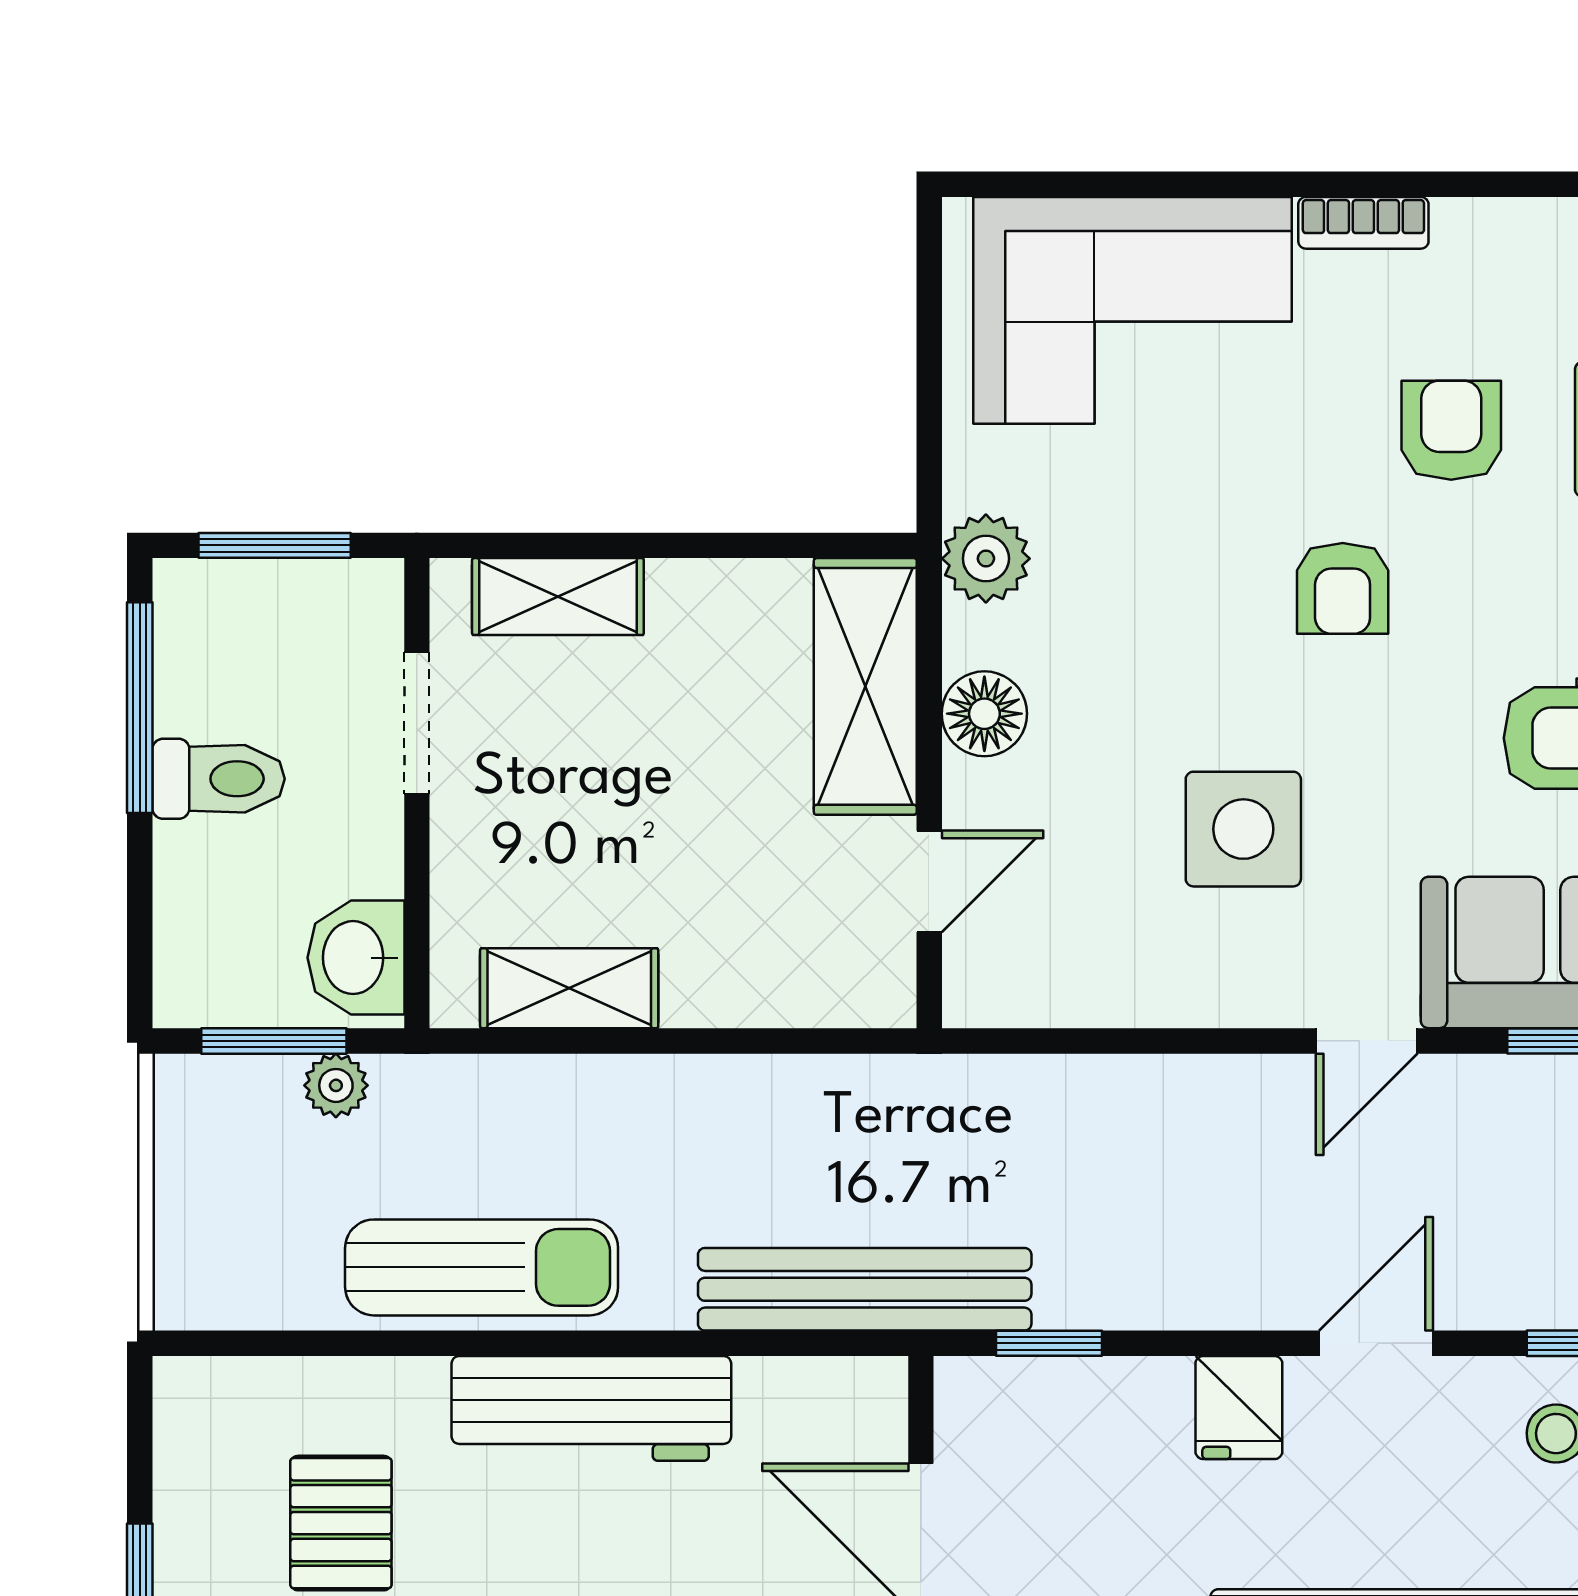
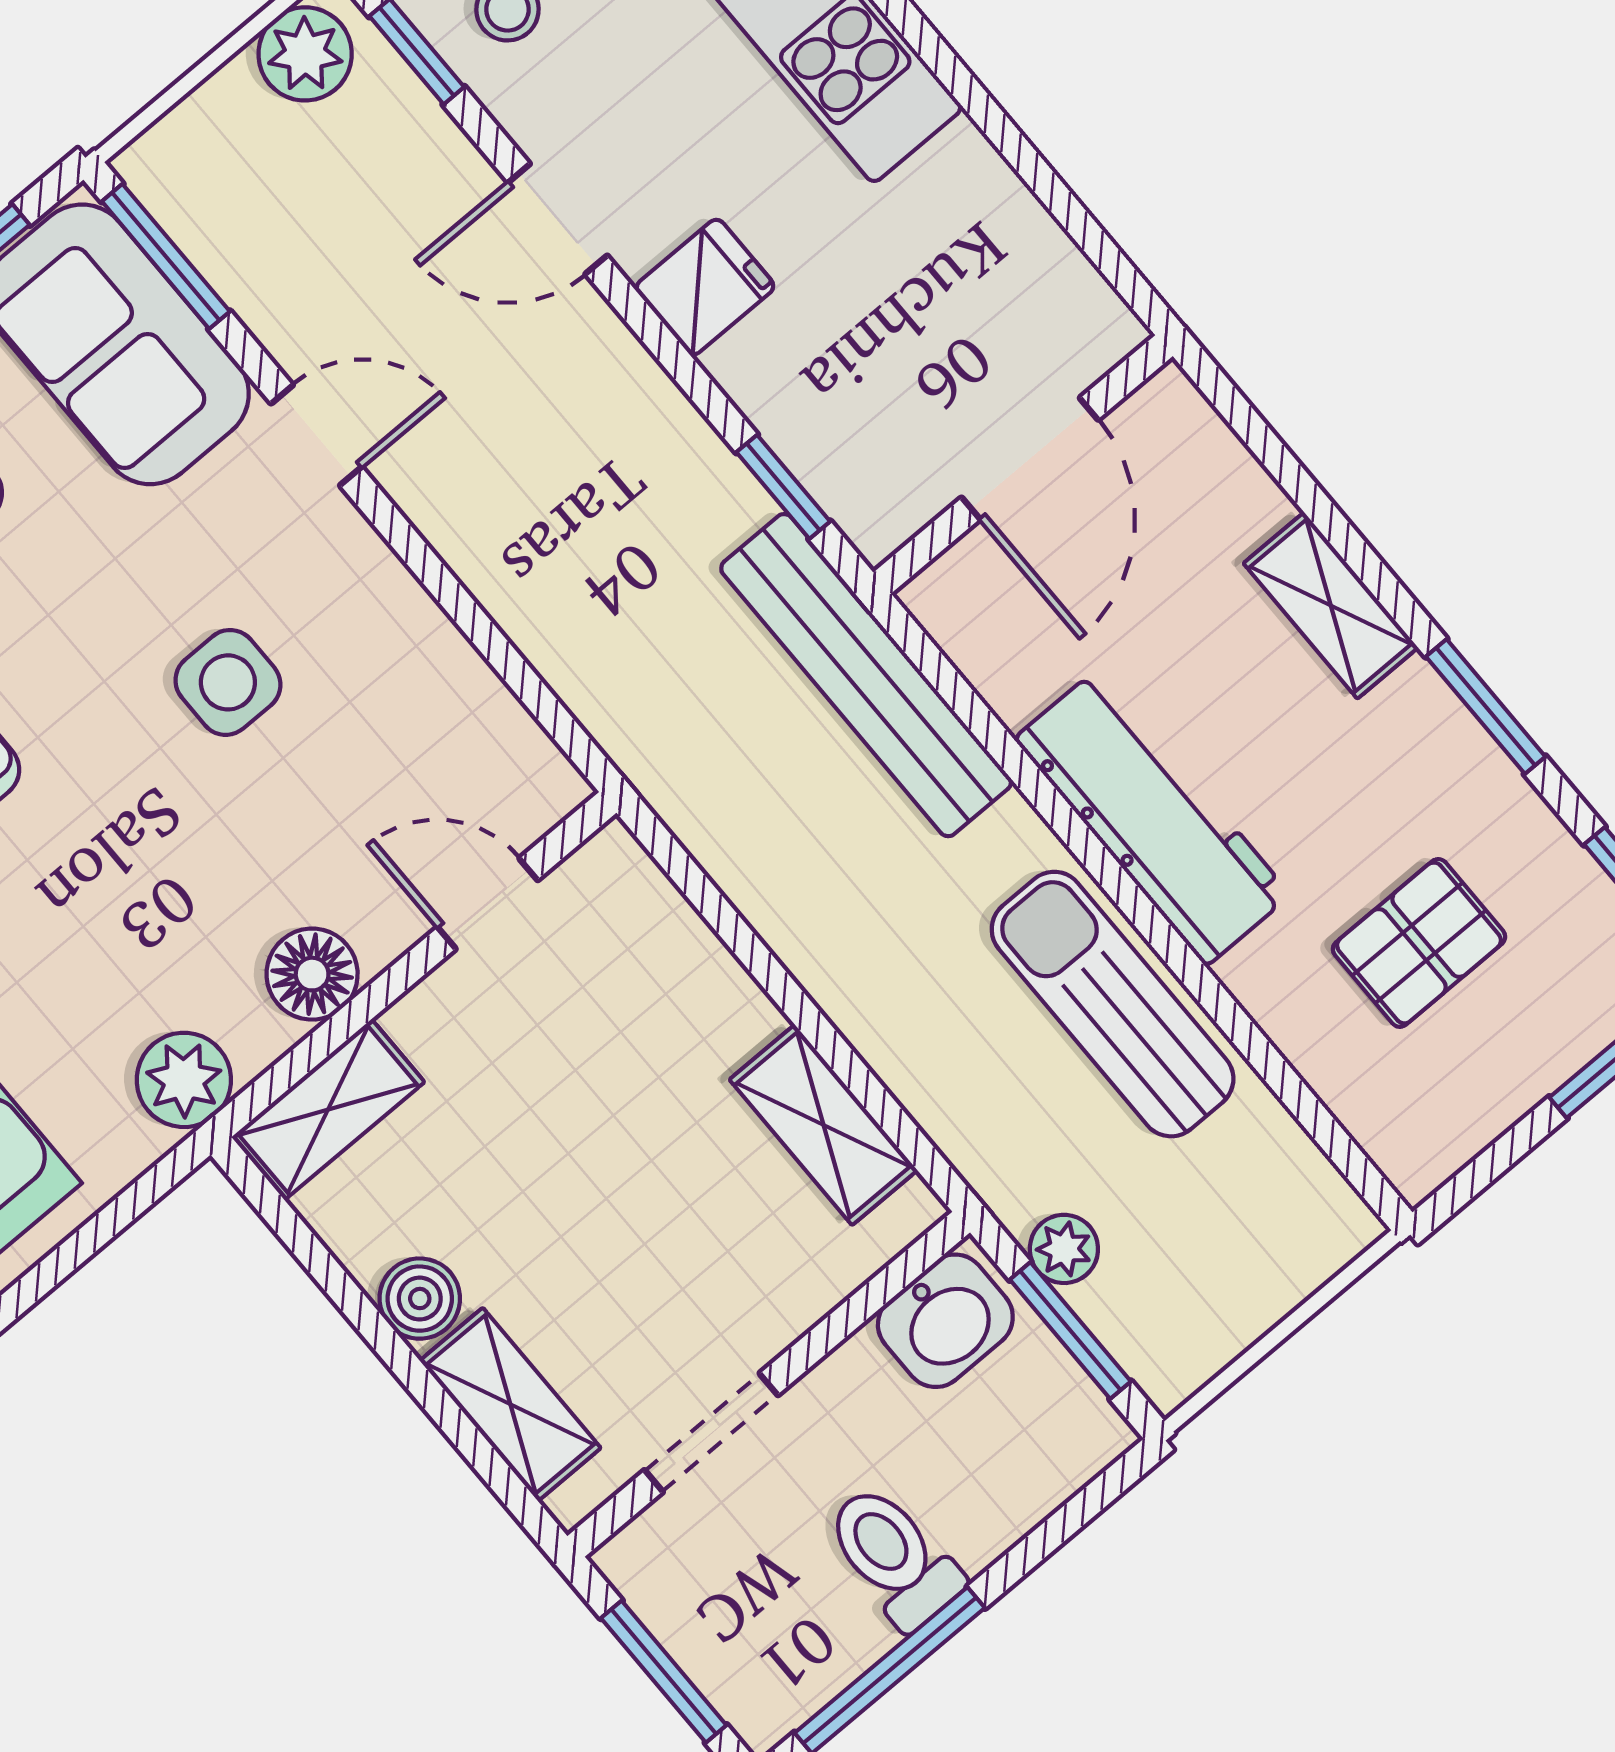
boiler: (688, 596) -> (420, 1299), added
shelving: (865, 686) -> (328, 1110), width x0.67, depth x0.75
side table: (1243, 829) -> (228, 682), width x0.73, depth x0.73

